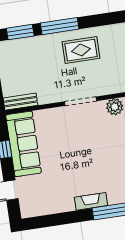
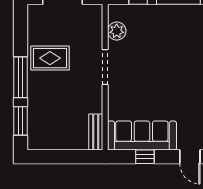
rug: (81, 50) -> (50, 58), turned 90

